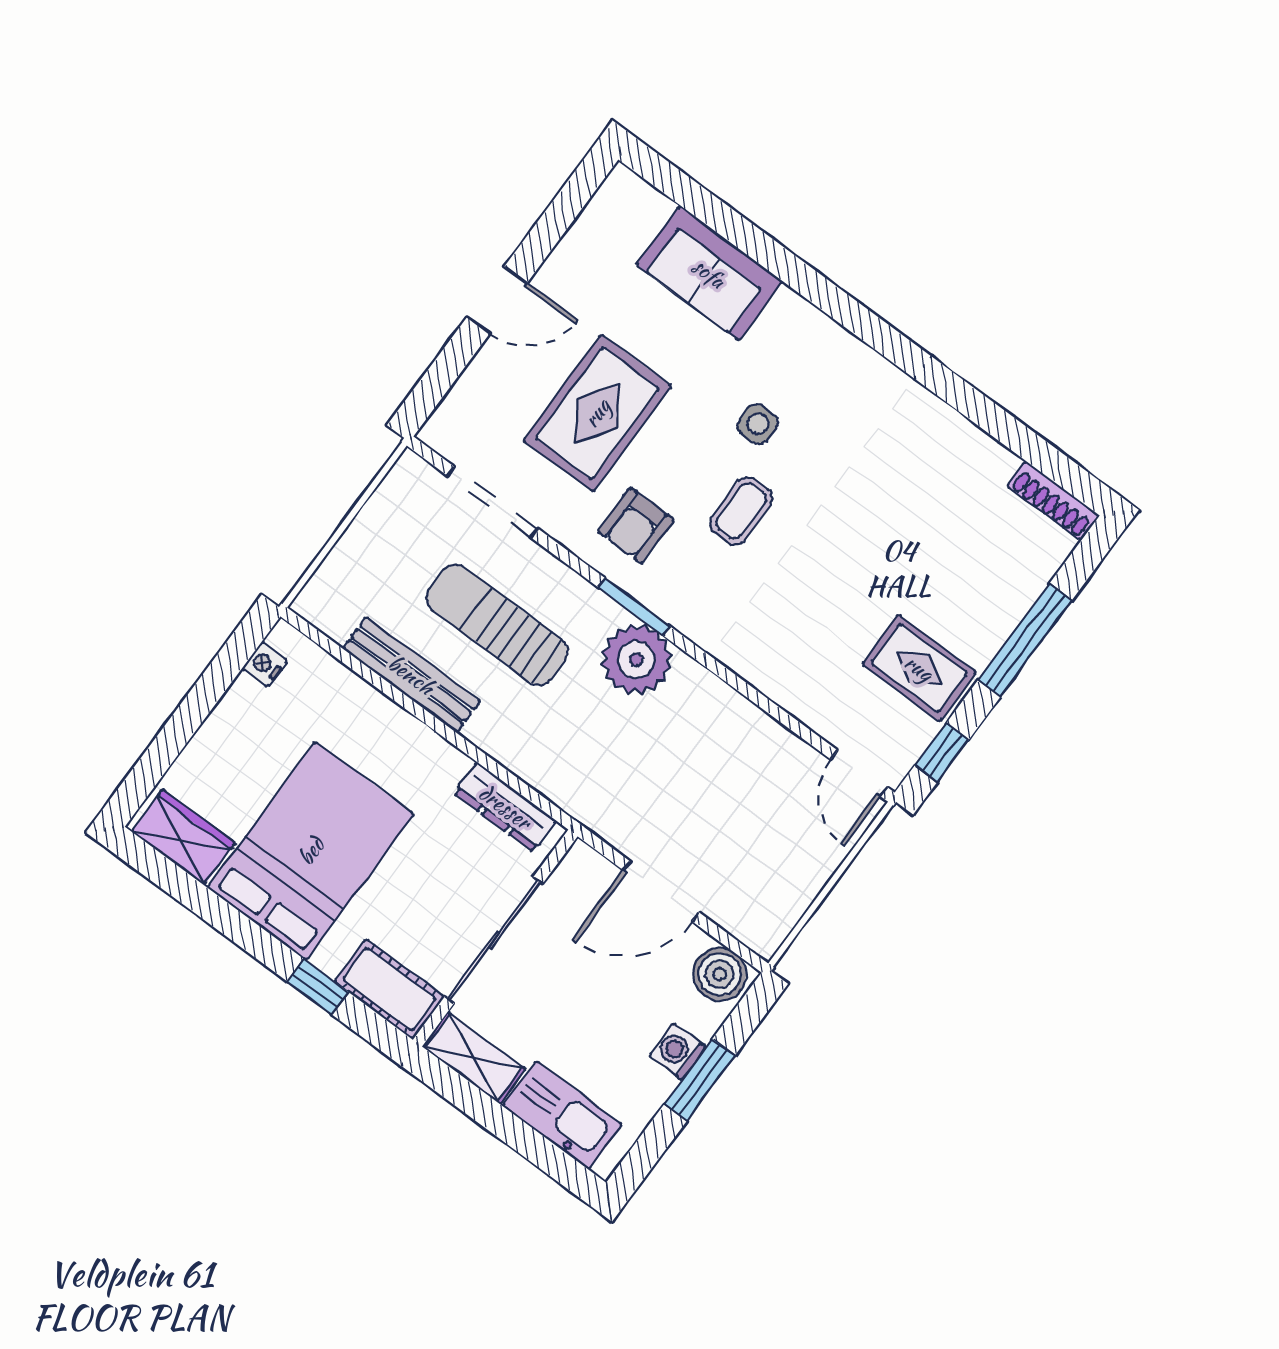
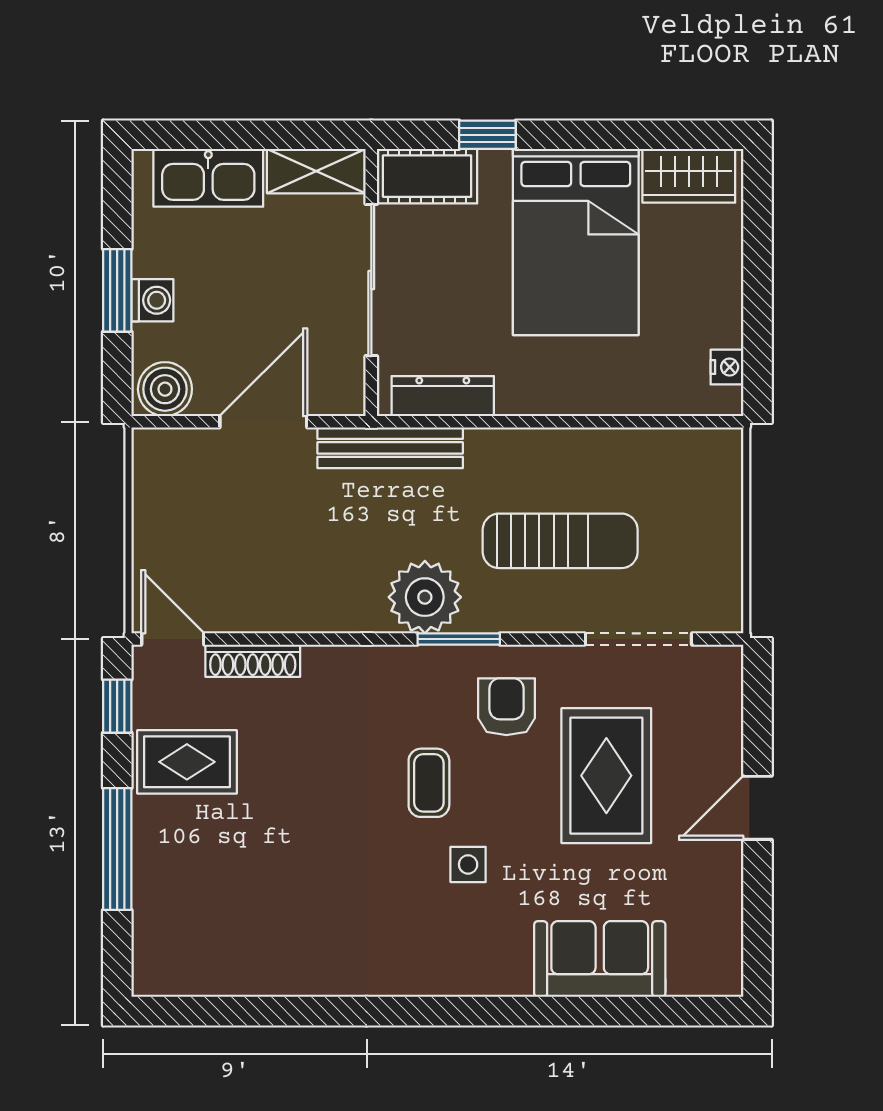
shoe rack: (1053, 501) -> (253, 661), moved, turned 180
bench: (411, 675) -> (390, 448), moved

